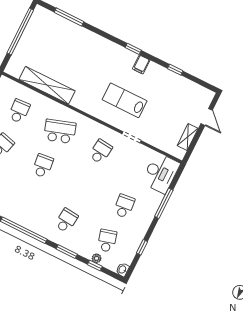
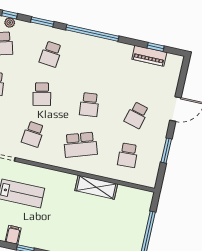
shelving: (47, 85) -> (96, 187), width x0.68
school desk: (83, 186) -> (42, 94), added

